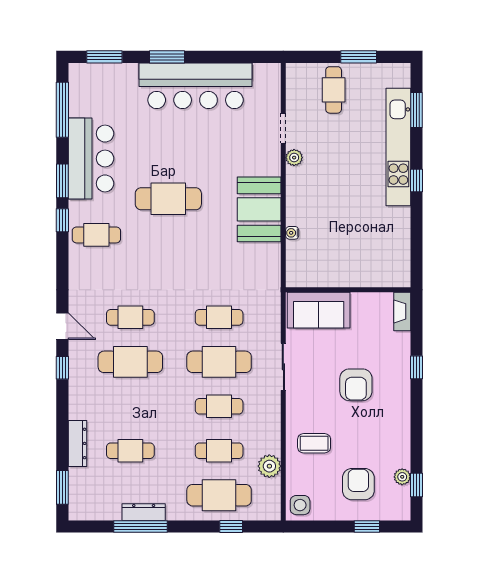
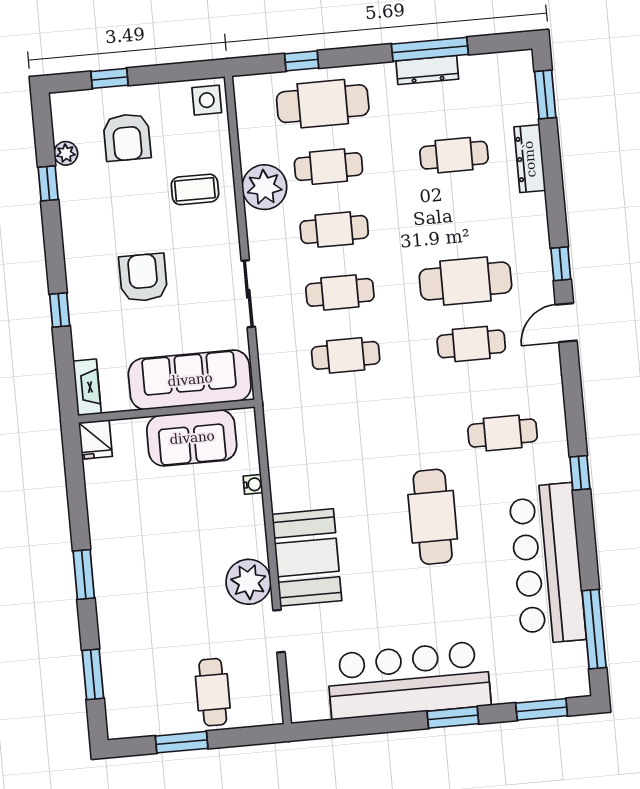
kitchen unit: (398, 147) -> (114, 620), removed
plant: (294, 158) -> (248, 582), width x1.88, depth x1.88
bar counter: (91, 159) -> (547, 564), width x1.36
window: (416, 180) -> (84, 575), width x1.50
window: (62, 181) -> (585, 528), removed
cafe table: (168, 199) -> (433, 517), turned 90
booth: (259, 209) -> (307, 557), moved
cafe table: (96, 235) -> (503, 433), moved
sofa: (332, 269) -> (192, 438), added
fridge: (400, 274) -> (95, 440), added
sofa: (319, 310) -> (190, 380), width x1.36
door: (62, 326) -> (566, 323), hinge flipped
cafe table: (219, 362) -> (340, 292), width x0.73, depth x0.74
plant: (269, 466) -> (264, 187), moved, width x1.36, depth x1.36
window: (416, 485) -> (48, 183), moved

